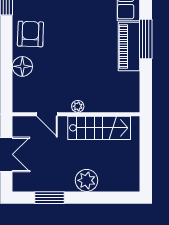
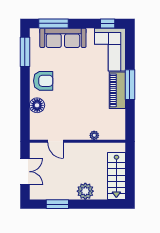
armchair: (30, 34) -> (43, 81), turned 88
plant: (78, 106) -> (94, 135), moved
stairs: (99, 128) -> (116, 176), moved, turned 90

